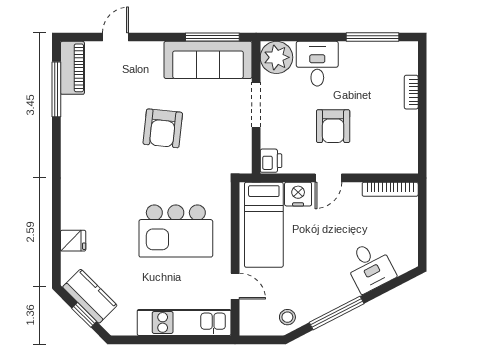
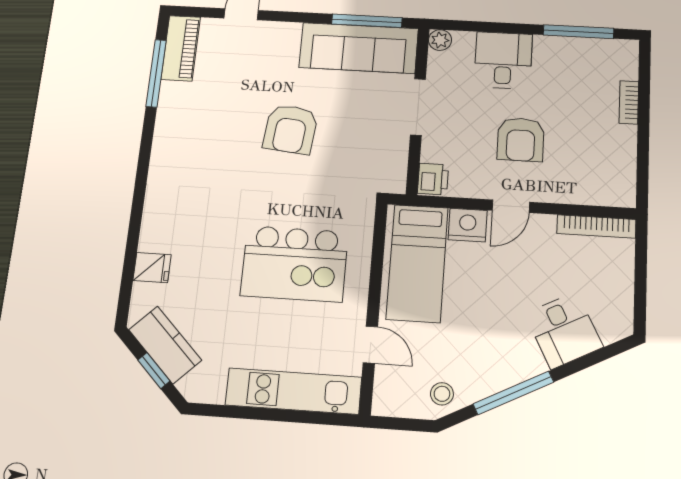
plant: (276, 57) -> (440, 40), width x0.53, depth x0.53

